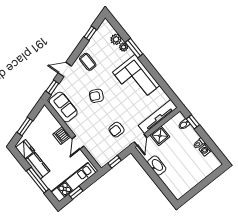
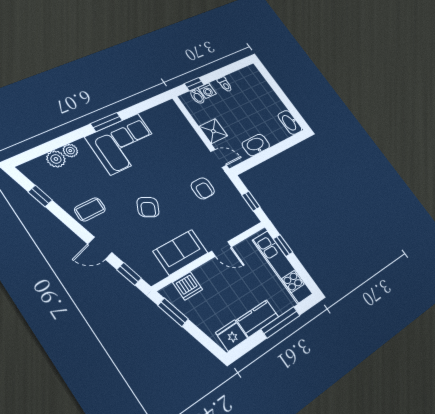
window: (134, 48) -> (106, 122), moved
door: (65, 70) -> (100, 248), hinge flipped
sofa: (63, 107) -> (181, 252), moved
tv unit: (158, 117) -> (185, 128), removed
window: (25, 126) -> (173, 312), moved
dishwasher: (62, 136) -> (188, 286), moved
washing machine: (205, 150) -> (207, 91), moved
washbasin: (181, 191) -> (290, 122), added
window: (76, 193) -> (283, 246), moved

